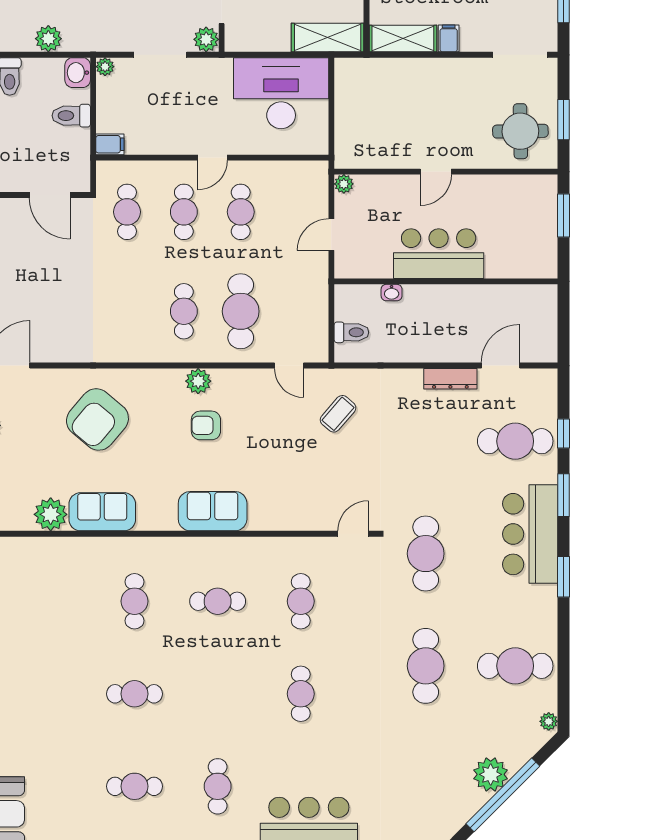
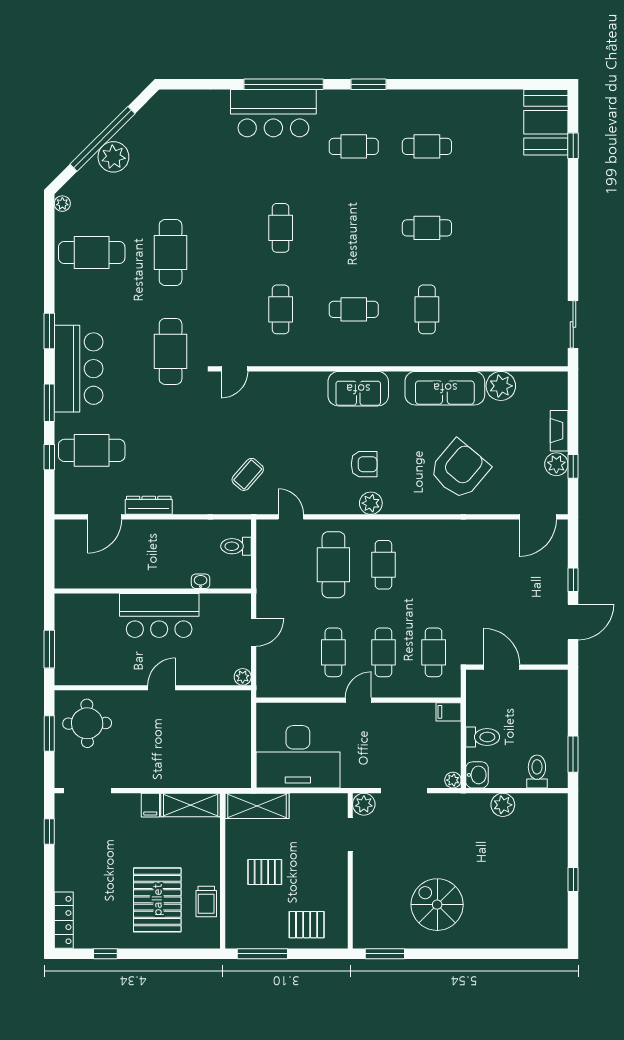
sofa: (102, 512) -> (445, 388), width x1.36
cafe table: (218, 786) -> (354, 146), turned 90

